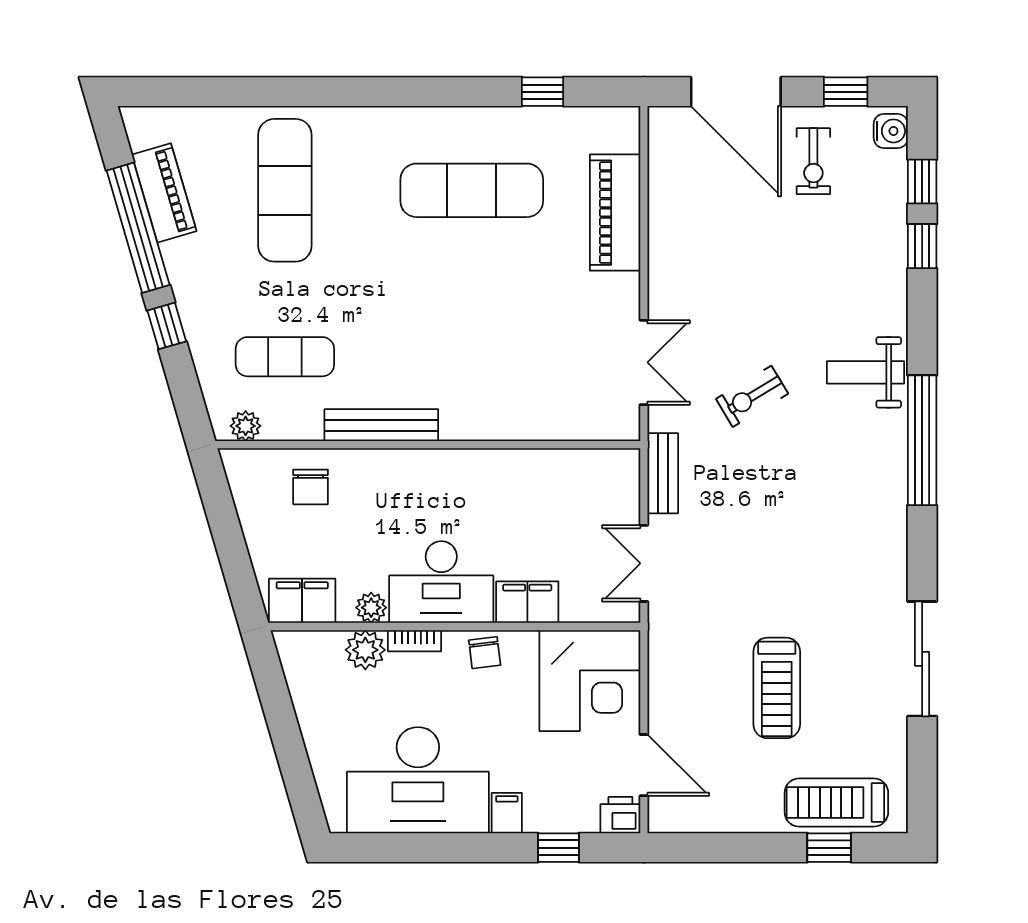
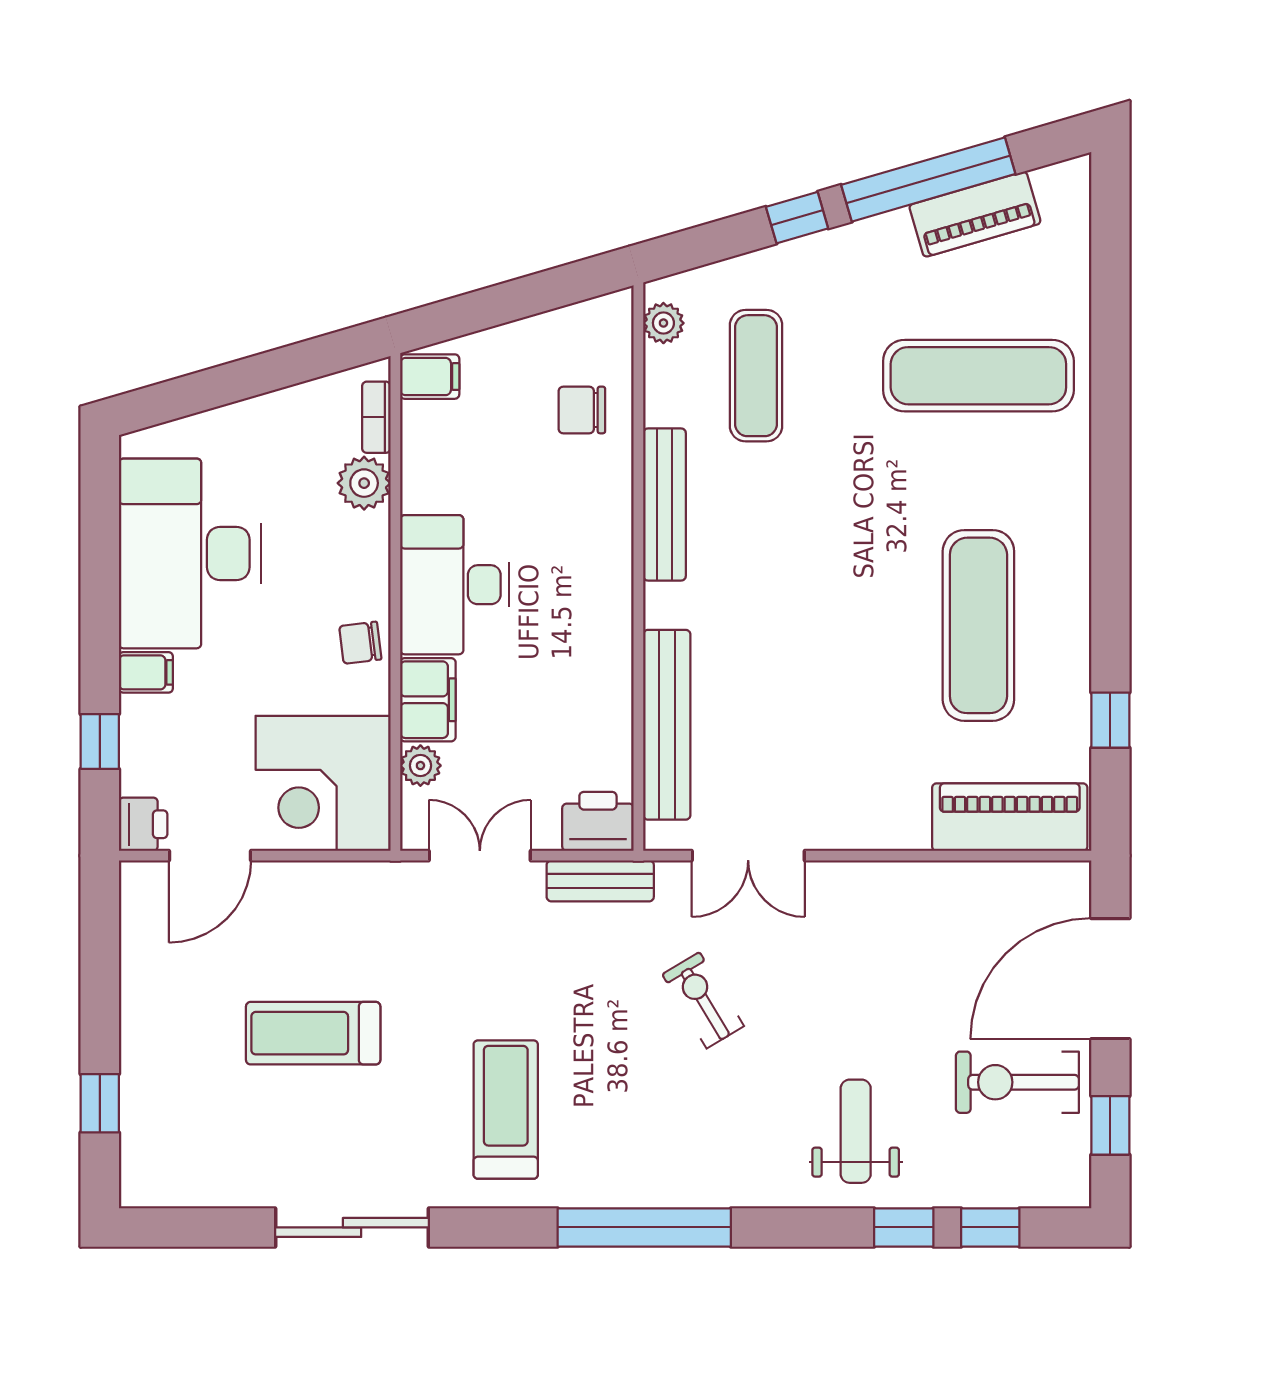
water cooler: (891, 131) -> (1058, 1186), removed
exercise bike: (813, 161) -> (1017, 1082), width x1.38, depth x1.39
piano: (615, 213) -> (1010, 817), moved
weight bench: (866, 372) -> (856, 1131), moved
bench: (546, 423) -> (667, 725), added
printer: (618, 475) -> (598, 821), added
filing cabinet: (302, 601) -> (430, 377), width x0.50
plant: (371, 608) -> (420, 766), moved
bookcase: (415, 641) -> (376, 417), moved
treadmill: (836, 803) -> (506, 1110), moved

